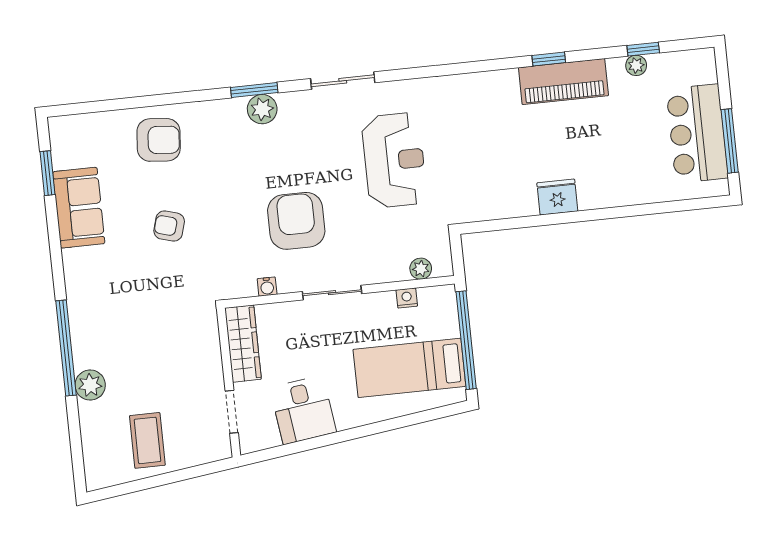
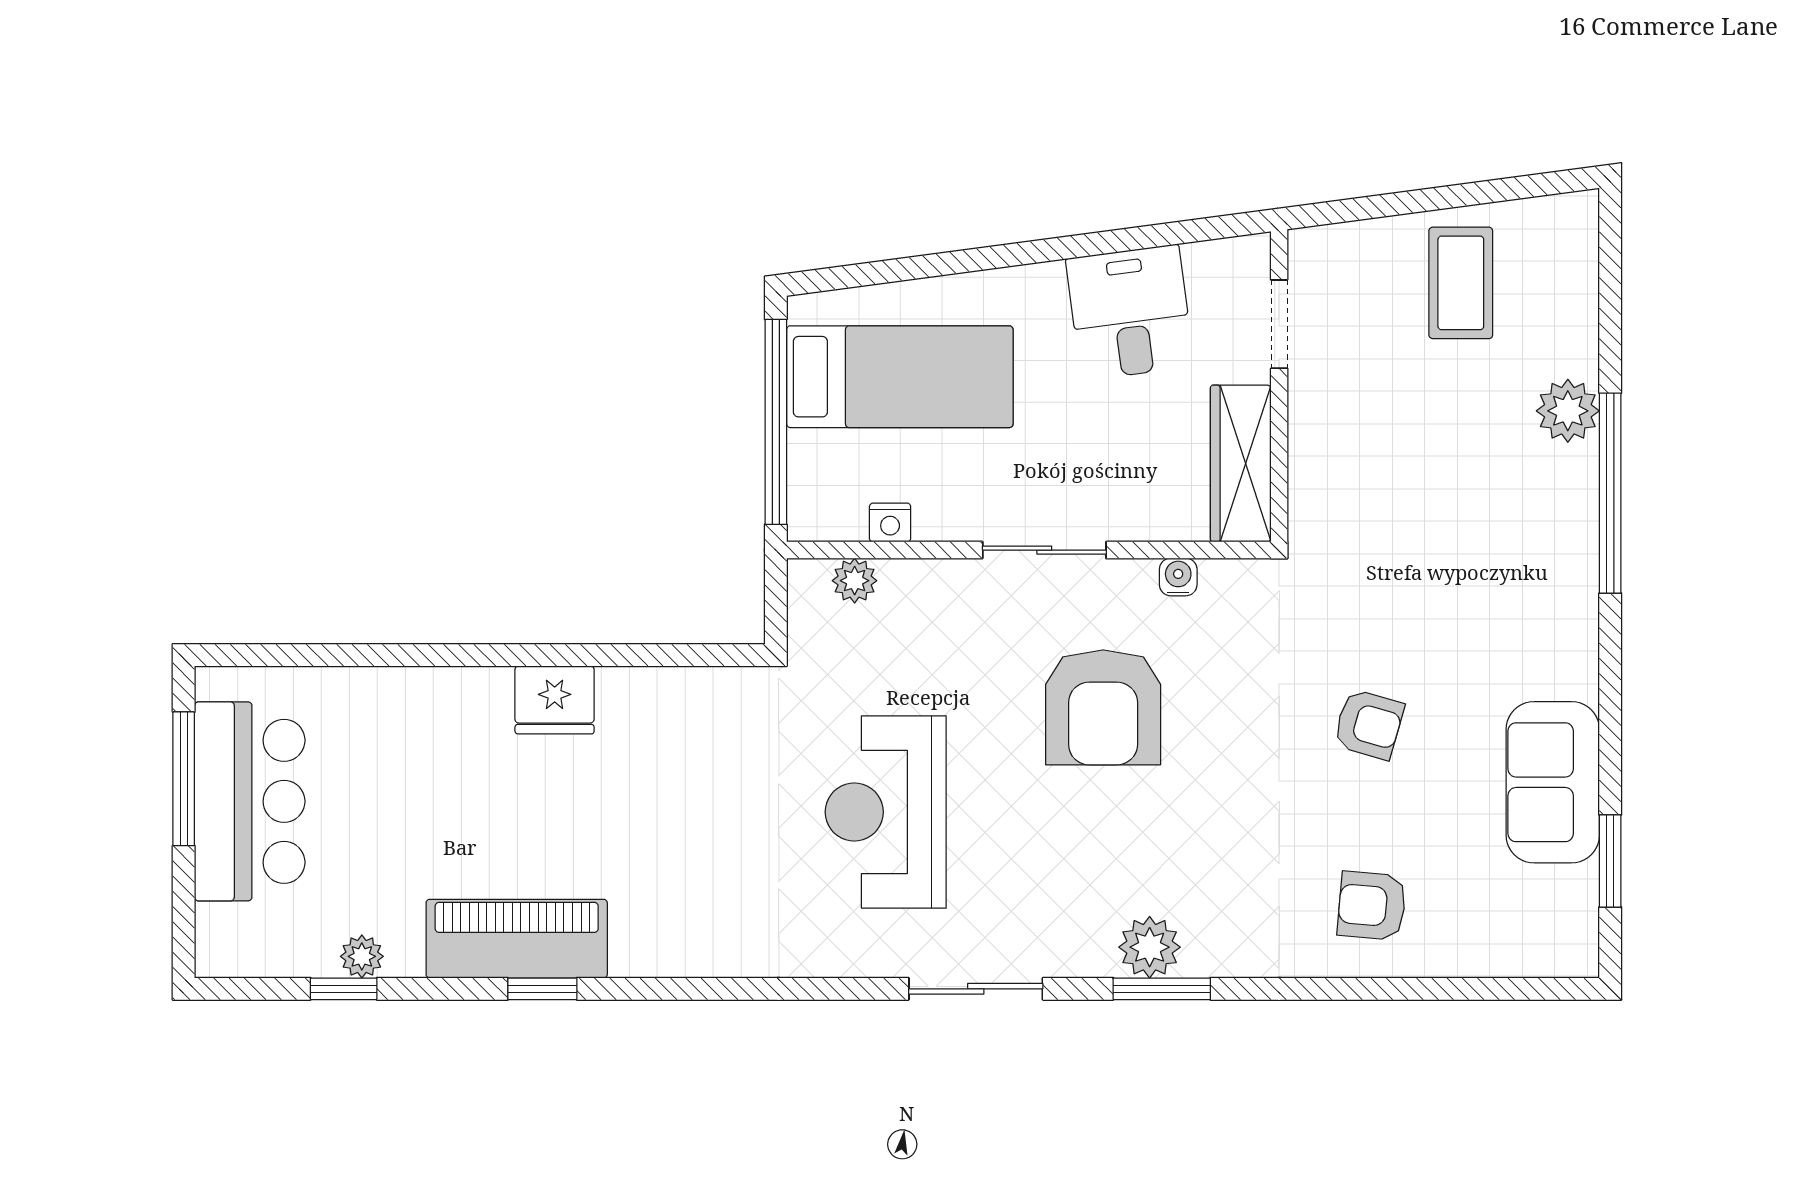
armchair: (159, 140) -> (1372, 906), width x0.72, depth x0.72

